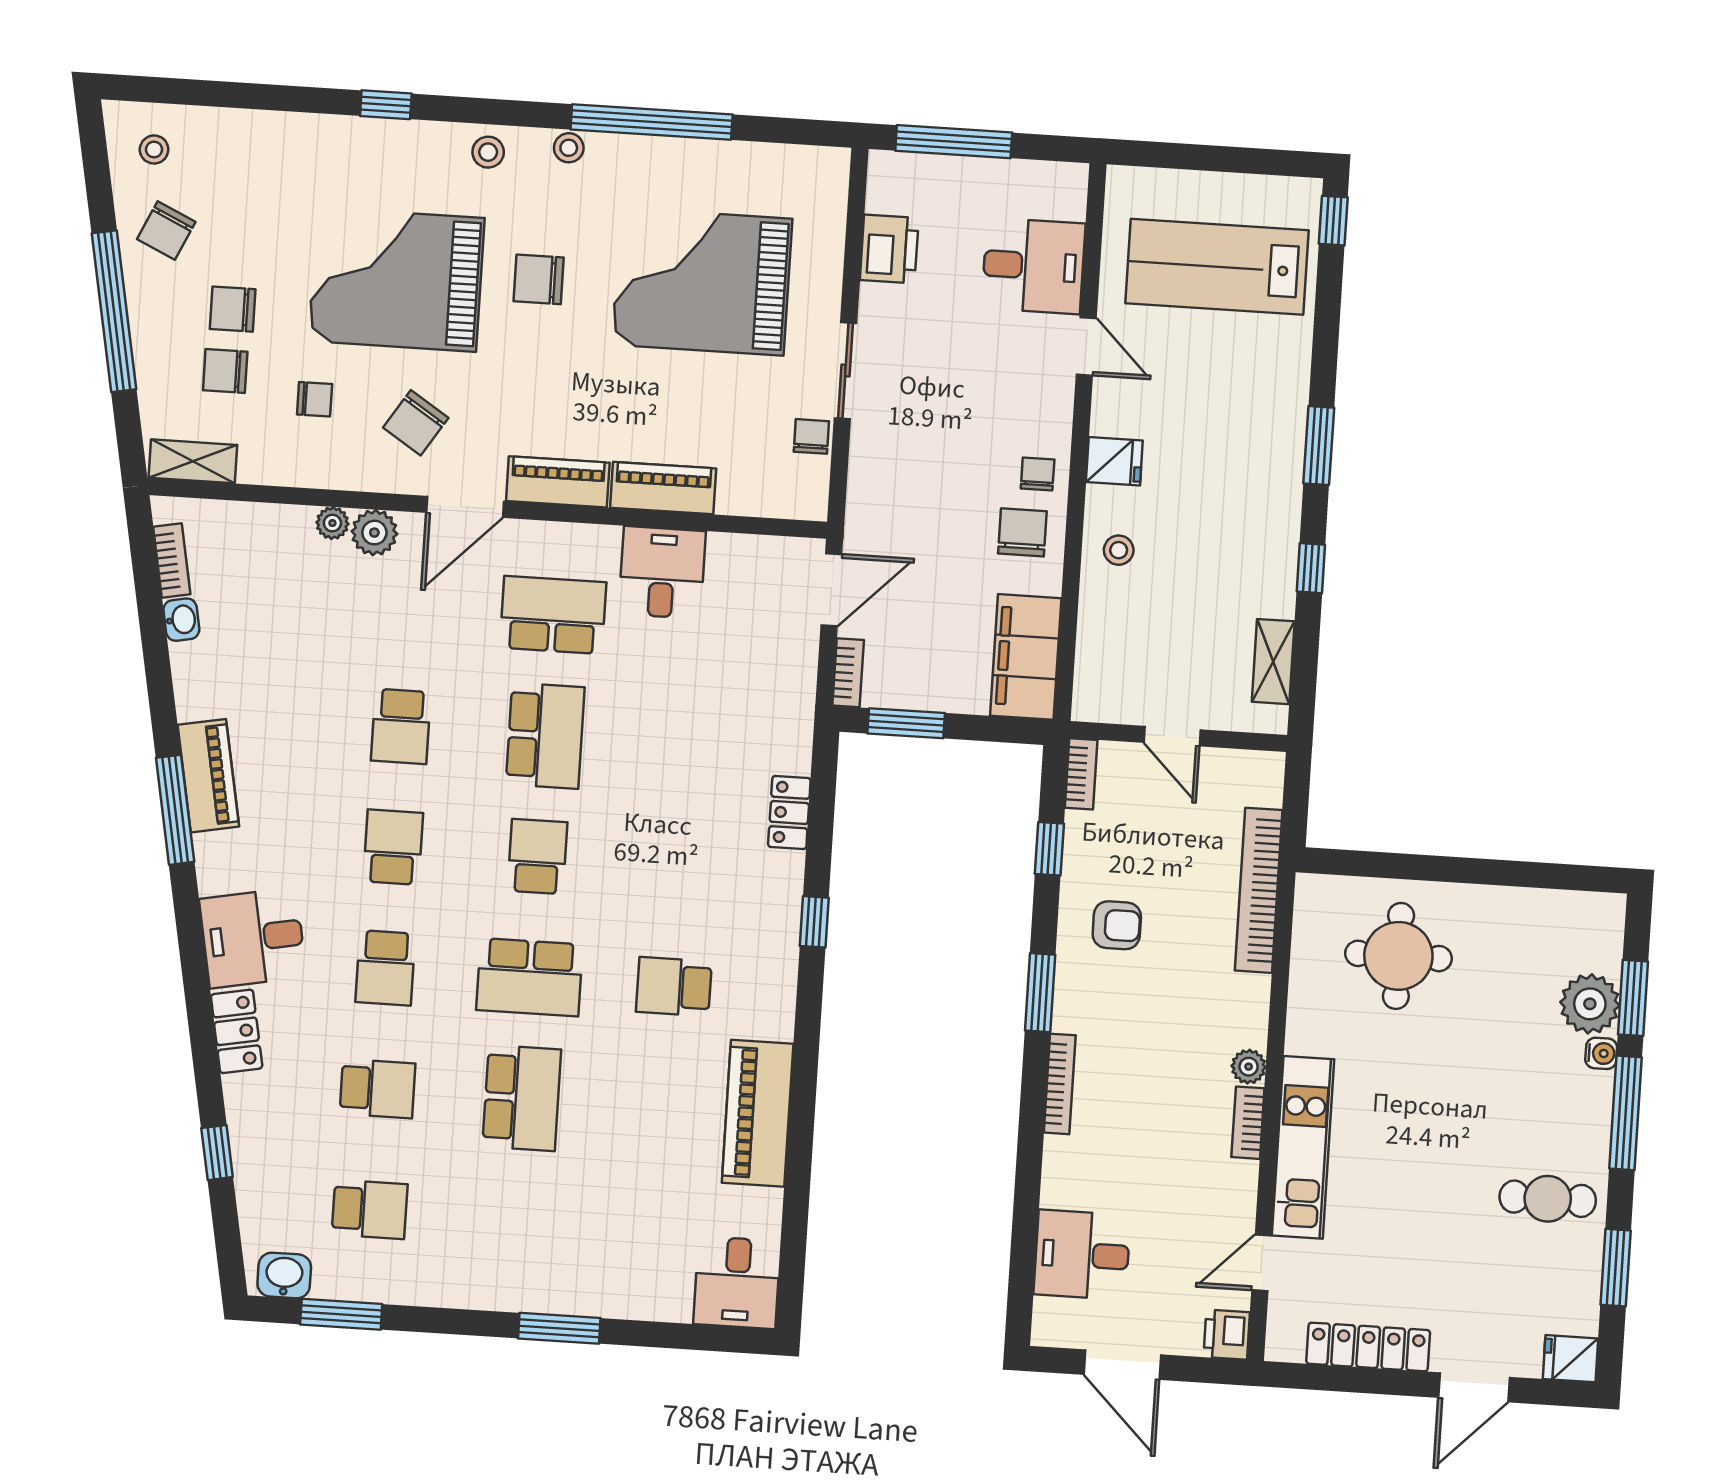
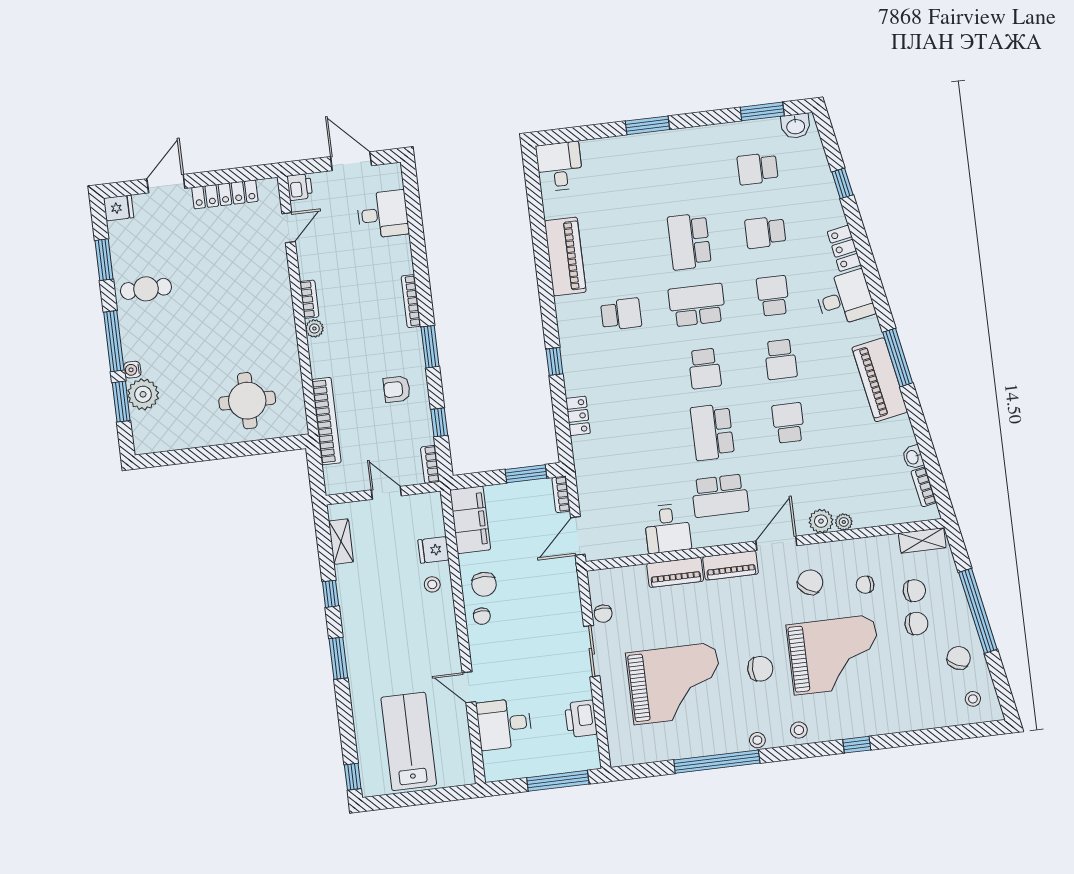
lab bench: (1217, 267) -> (409, 741), turned -90
fridge: (1114, 461) -> (433, 550), moved
piano: (208, 776) -> (880, 380), width x1.37, depth x1.33
kitchen unit: (1303, 1147) -> (278, 292), removed

